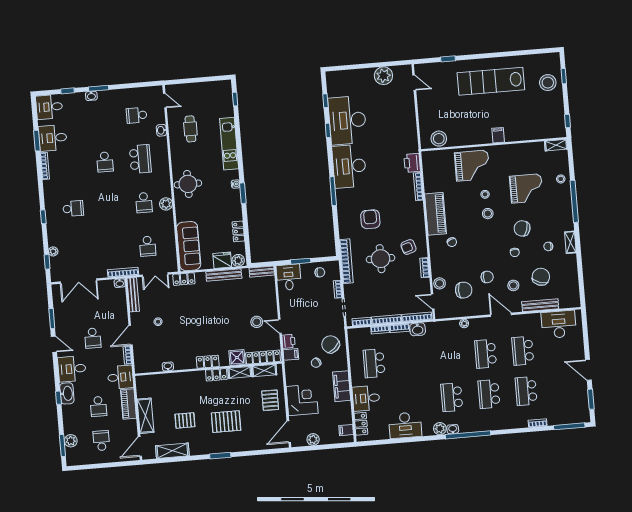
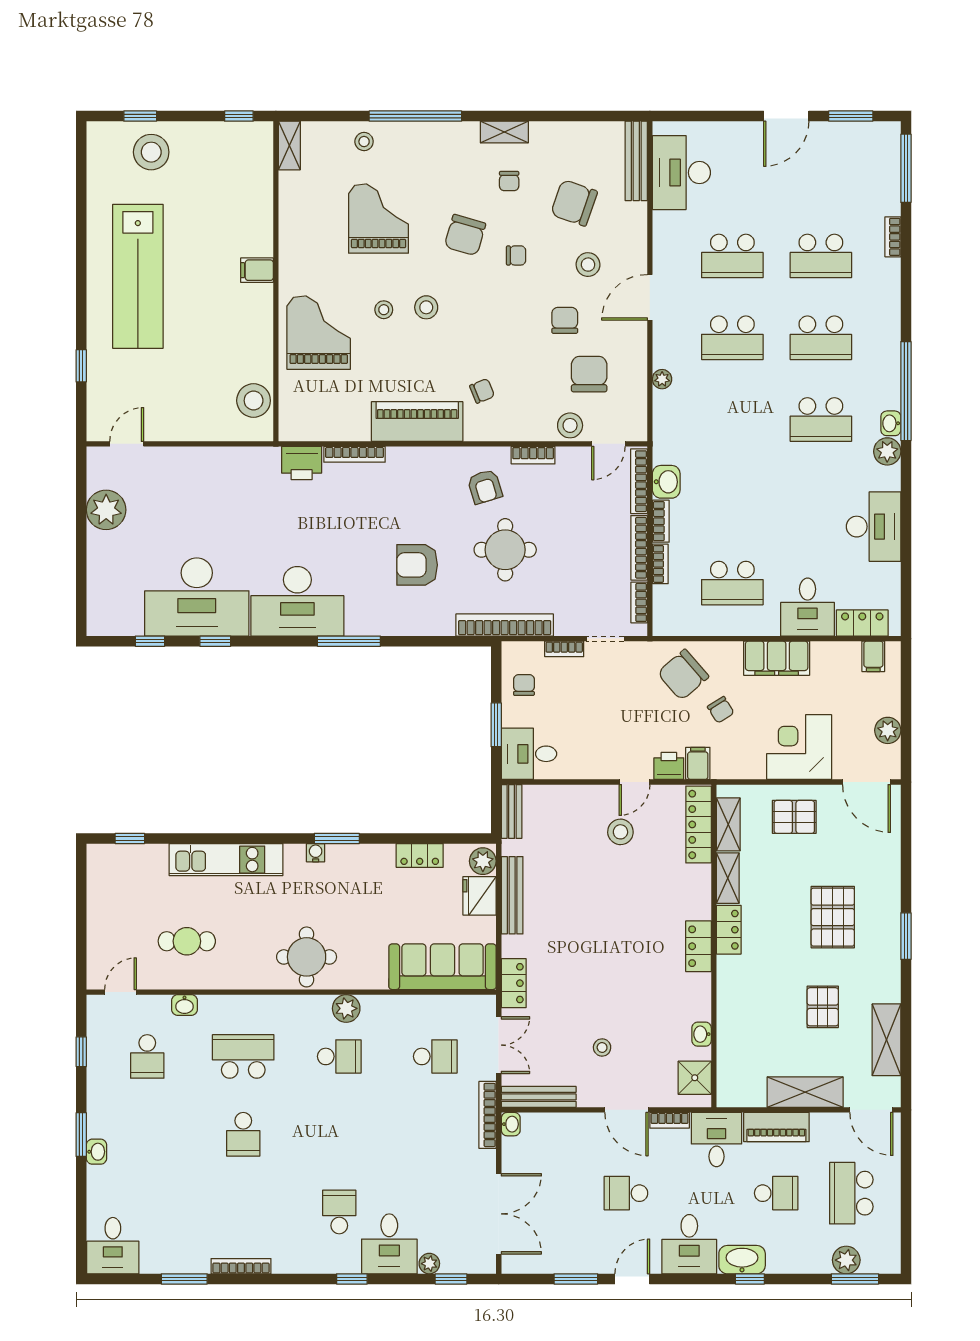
window: (68, 91) -> (81, 1052), moved
desk: (53, 138) -> (389, 1244), moved
school desk: (105, 162) -> (243, 1134), turned 90
bench: (540, 305) -> (636, 161), moved
school desk: (93, 338) -> (626, 1193), turned 180
shower: (237, 357) -> (695, 1078), moved
school desk: (101, 441) -> (851, 1193), width x1.85

